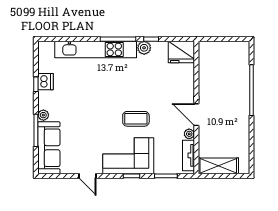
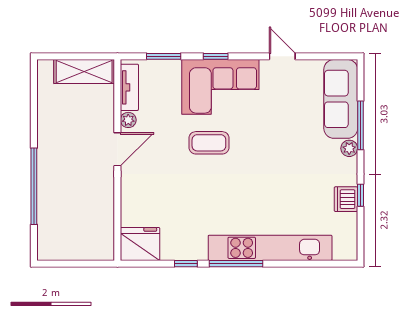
plant: (144, 48) -> (197, 250), removed
door: (196, 115) -> (117, 149), hinge flipped

